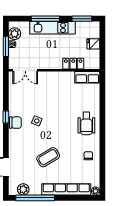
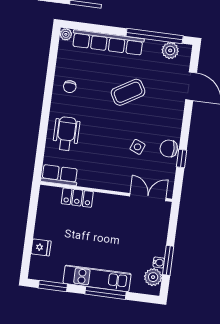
locker: (73, 64) -> (77, 198), moved
double door: (25, 70) -> (148, 197), moved
wall: (54, 70) -> (106, 192), moved
row of seats: (87, 77) -> (59, 175), moved

